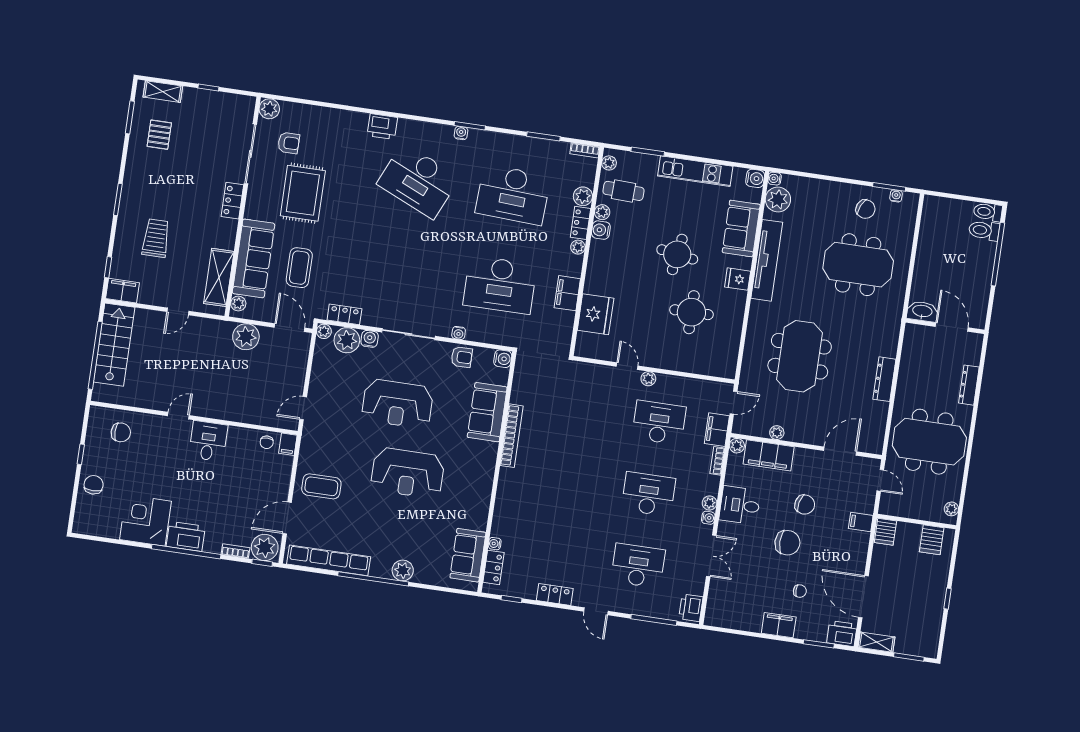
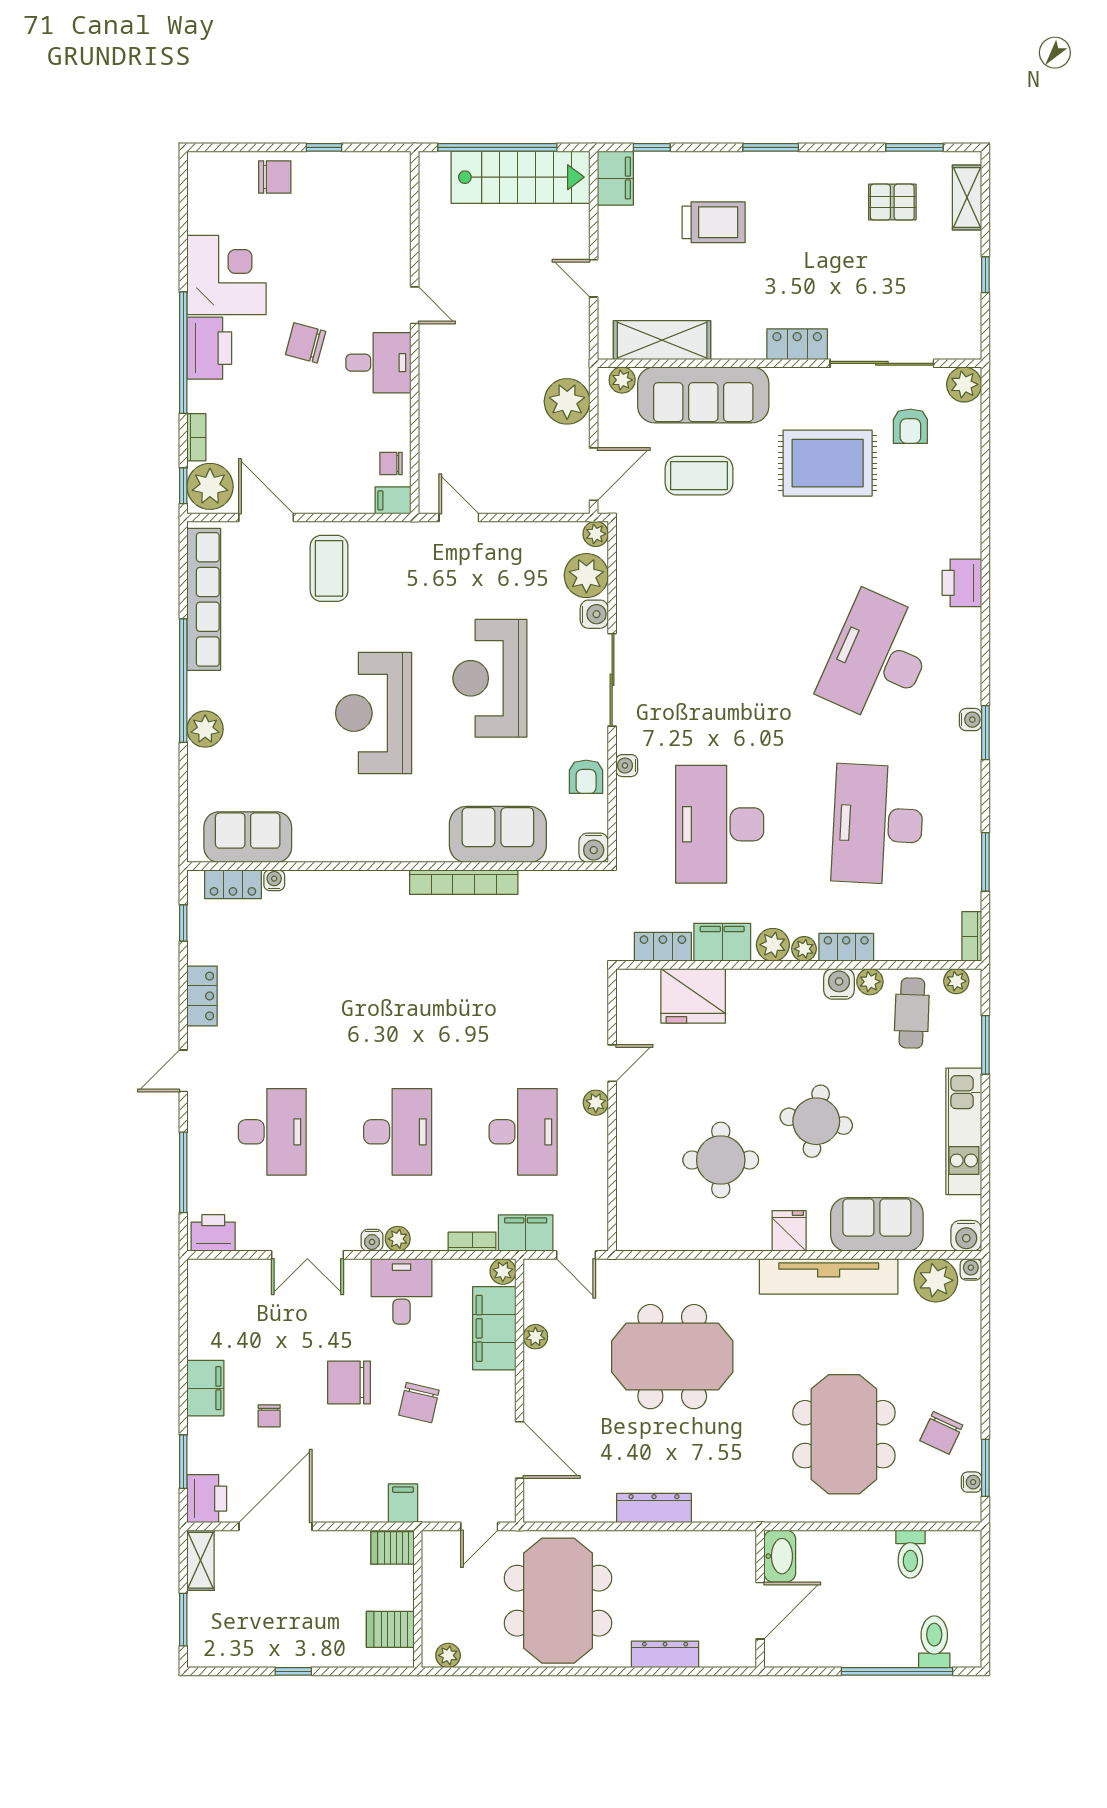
plant: (583, 196) -> (773, 945), moved
toilet: (988, 212) -> (910, 1554), moved, turned 180
locker: (344, 314) -> (663, 947), moved, turned -90
chair: (121, 432) -> (306, 343), moved, turned 105
chair: (787, 543) -> (349, 1382), turned 90

